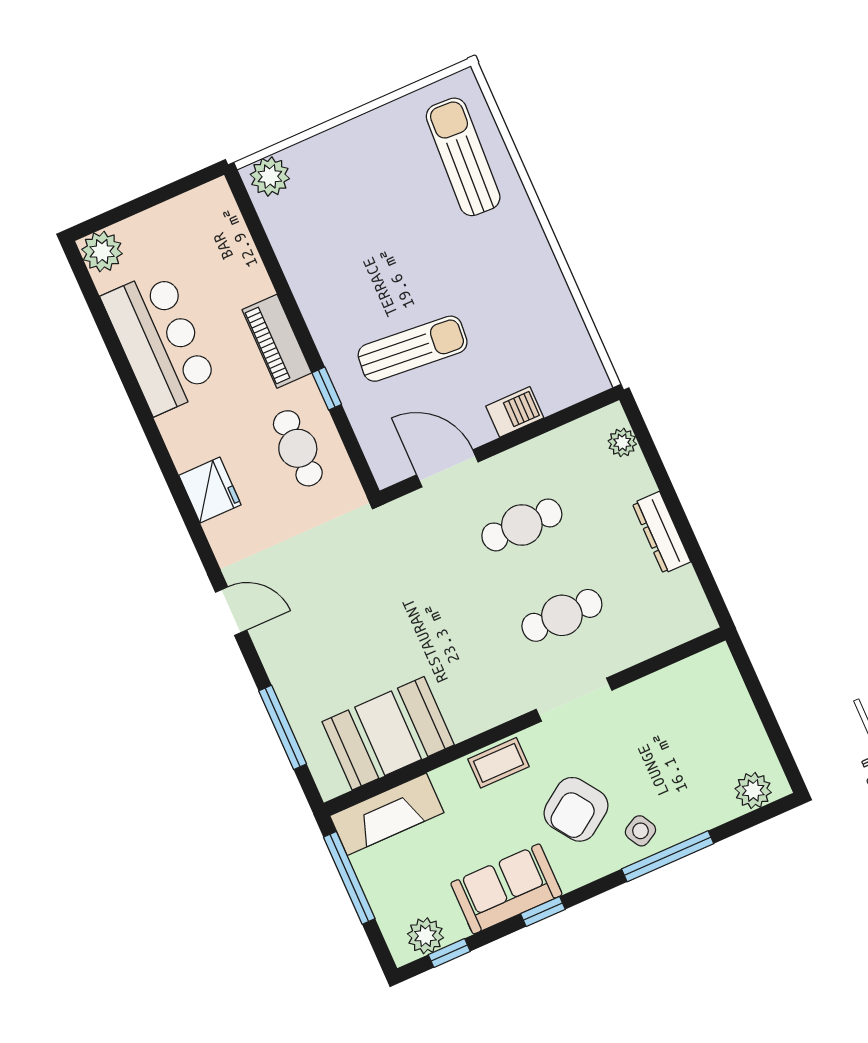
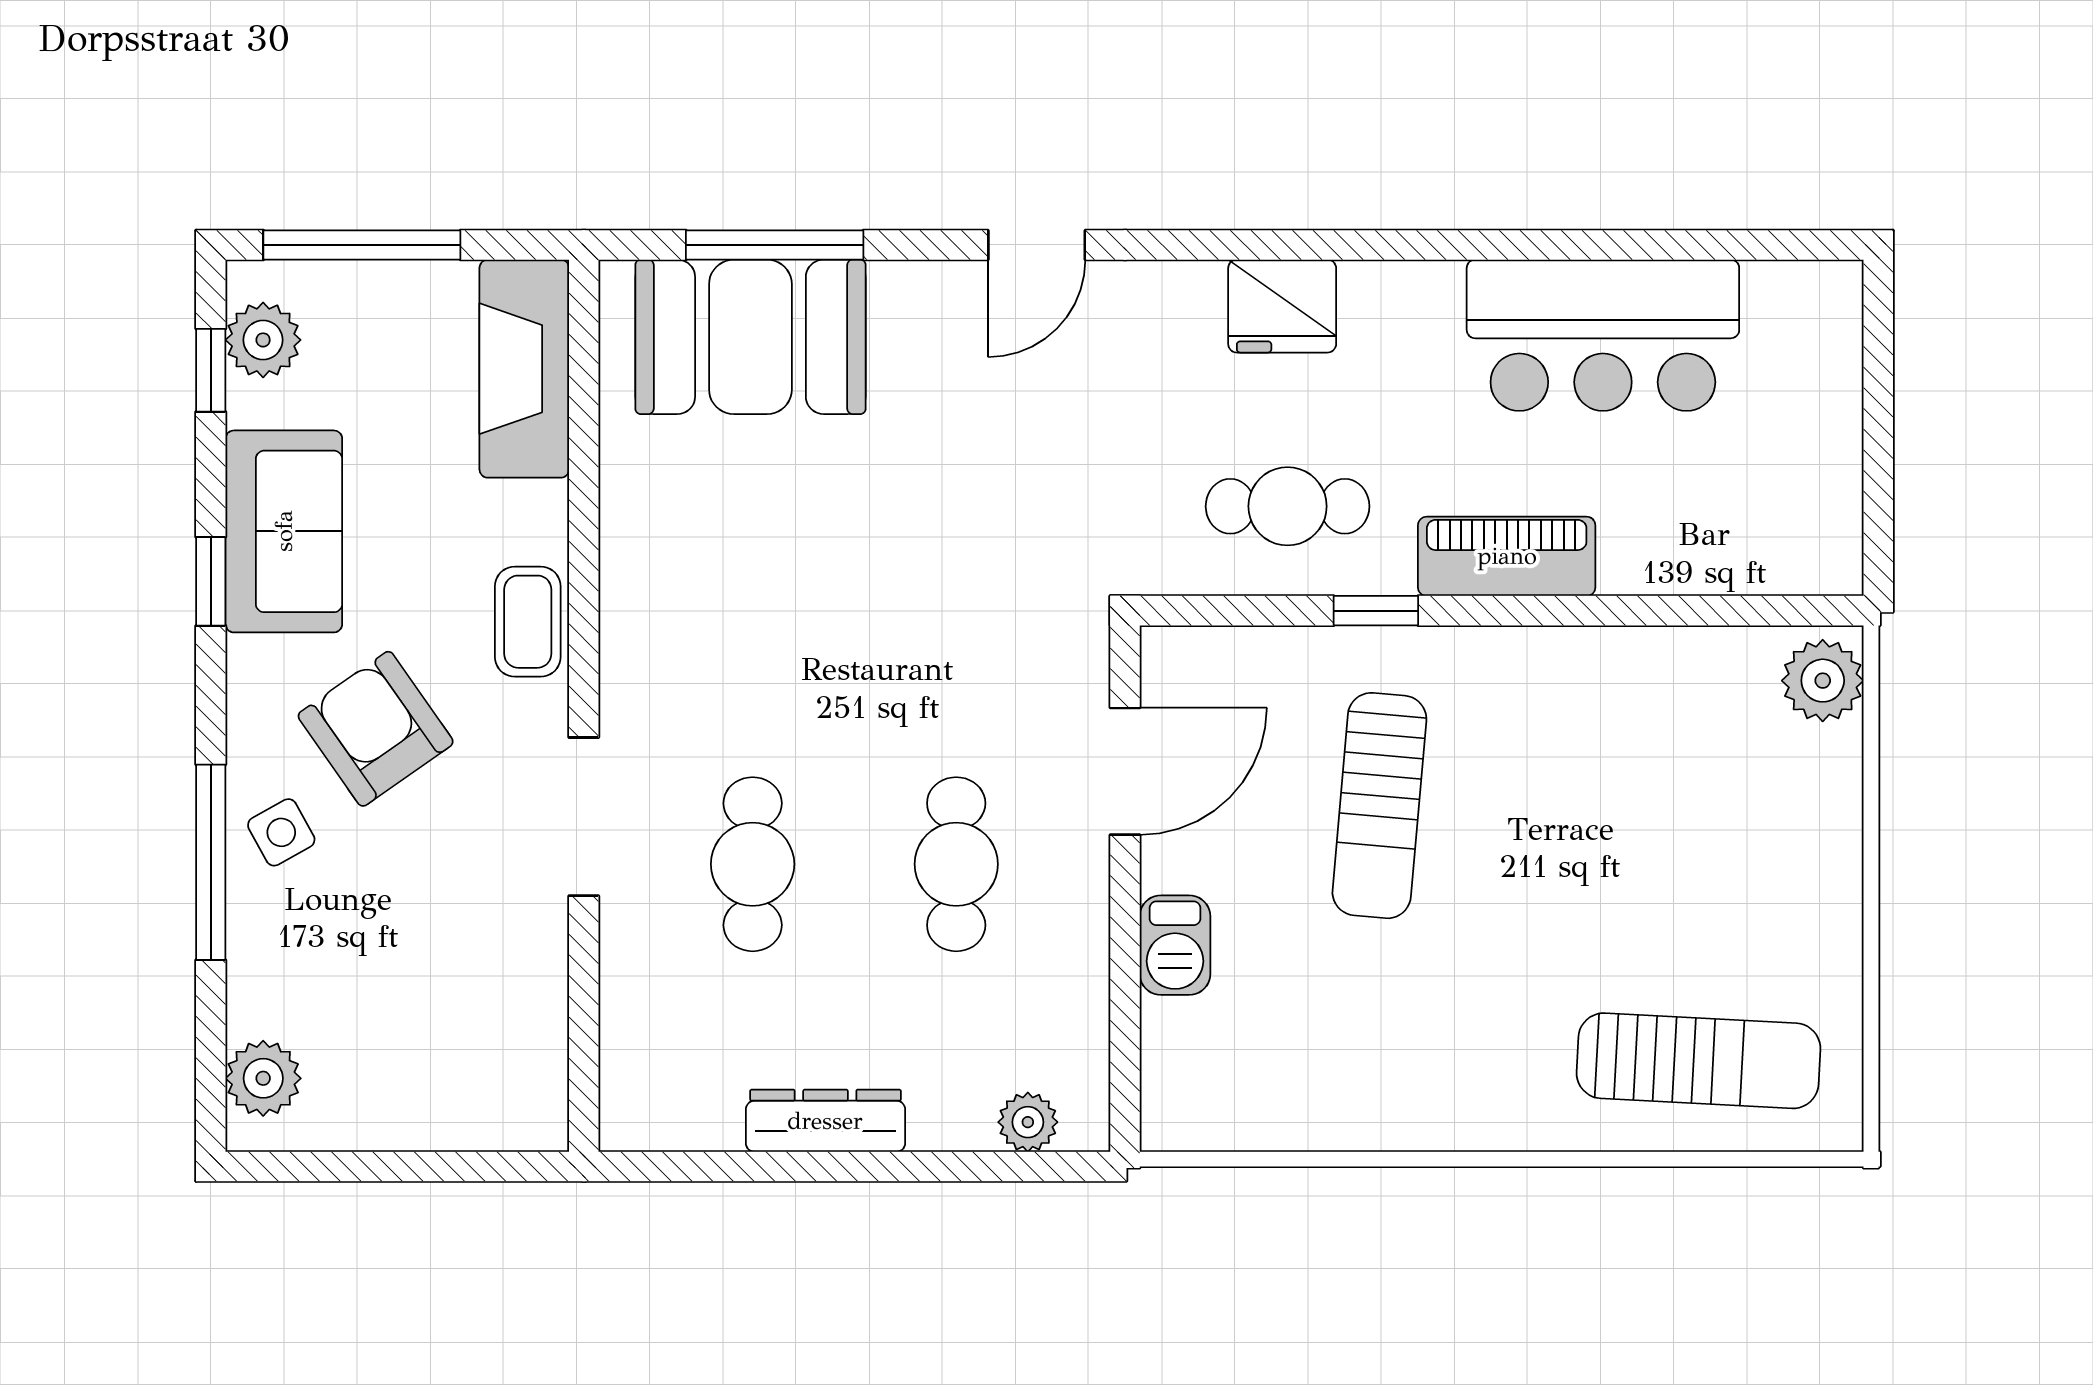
plant: (102, 252) -> (1821, 302), removed
booth: (388, 733) -> (750, 337), moved, turned 90
window: (349, 878) -> (362, 245), moved

